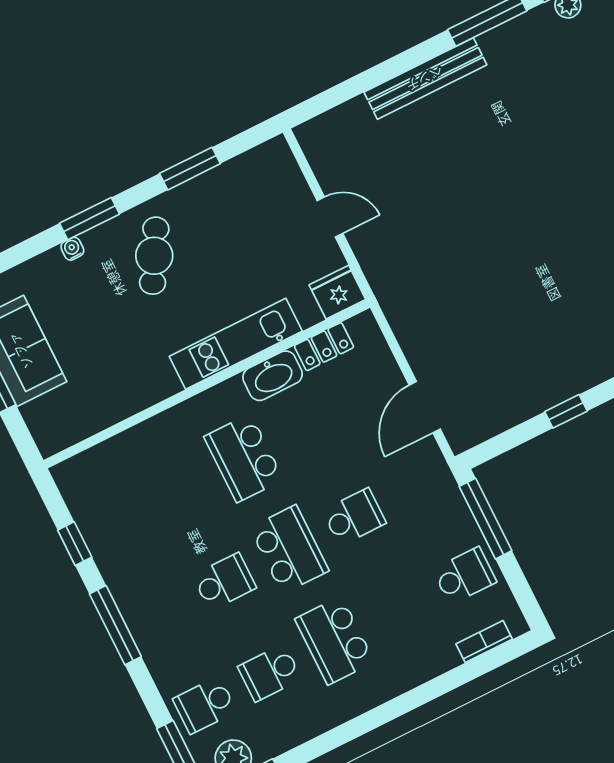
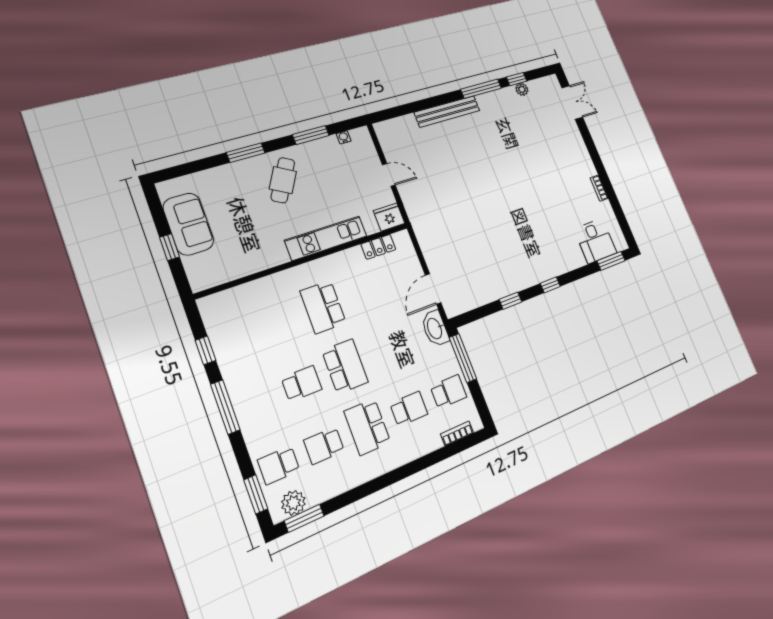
water cooler: (72, 249) -> (344, 137), moved
washbasin: (273, 376) -> (435, 328), moved, turned 90
school desk: (354, 517) -> (409, 409), moved

